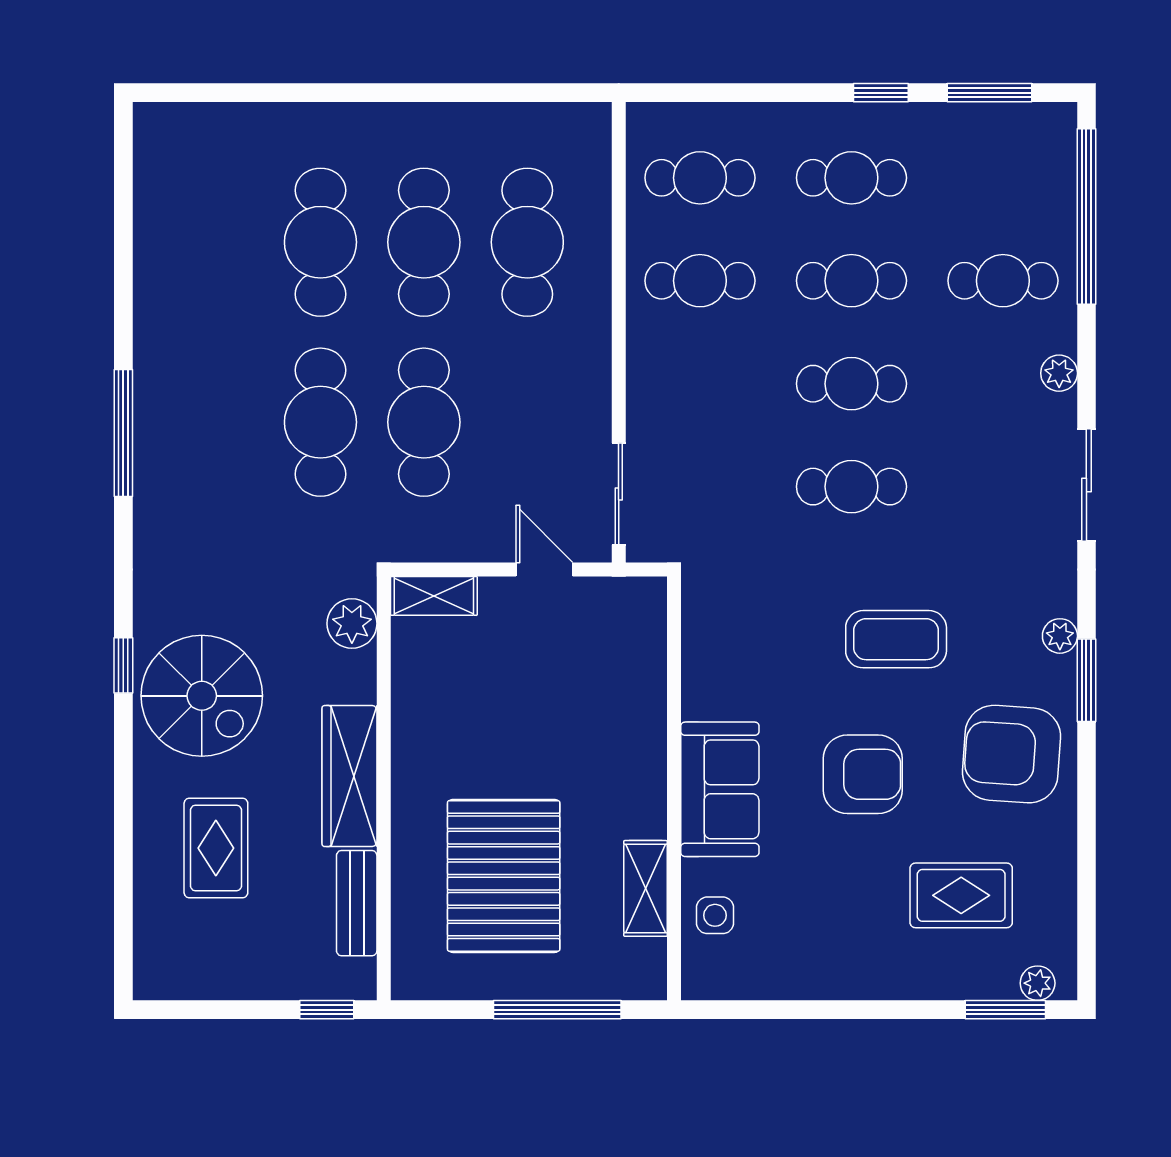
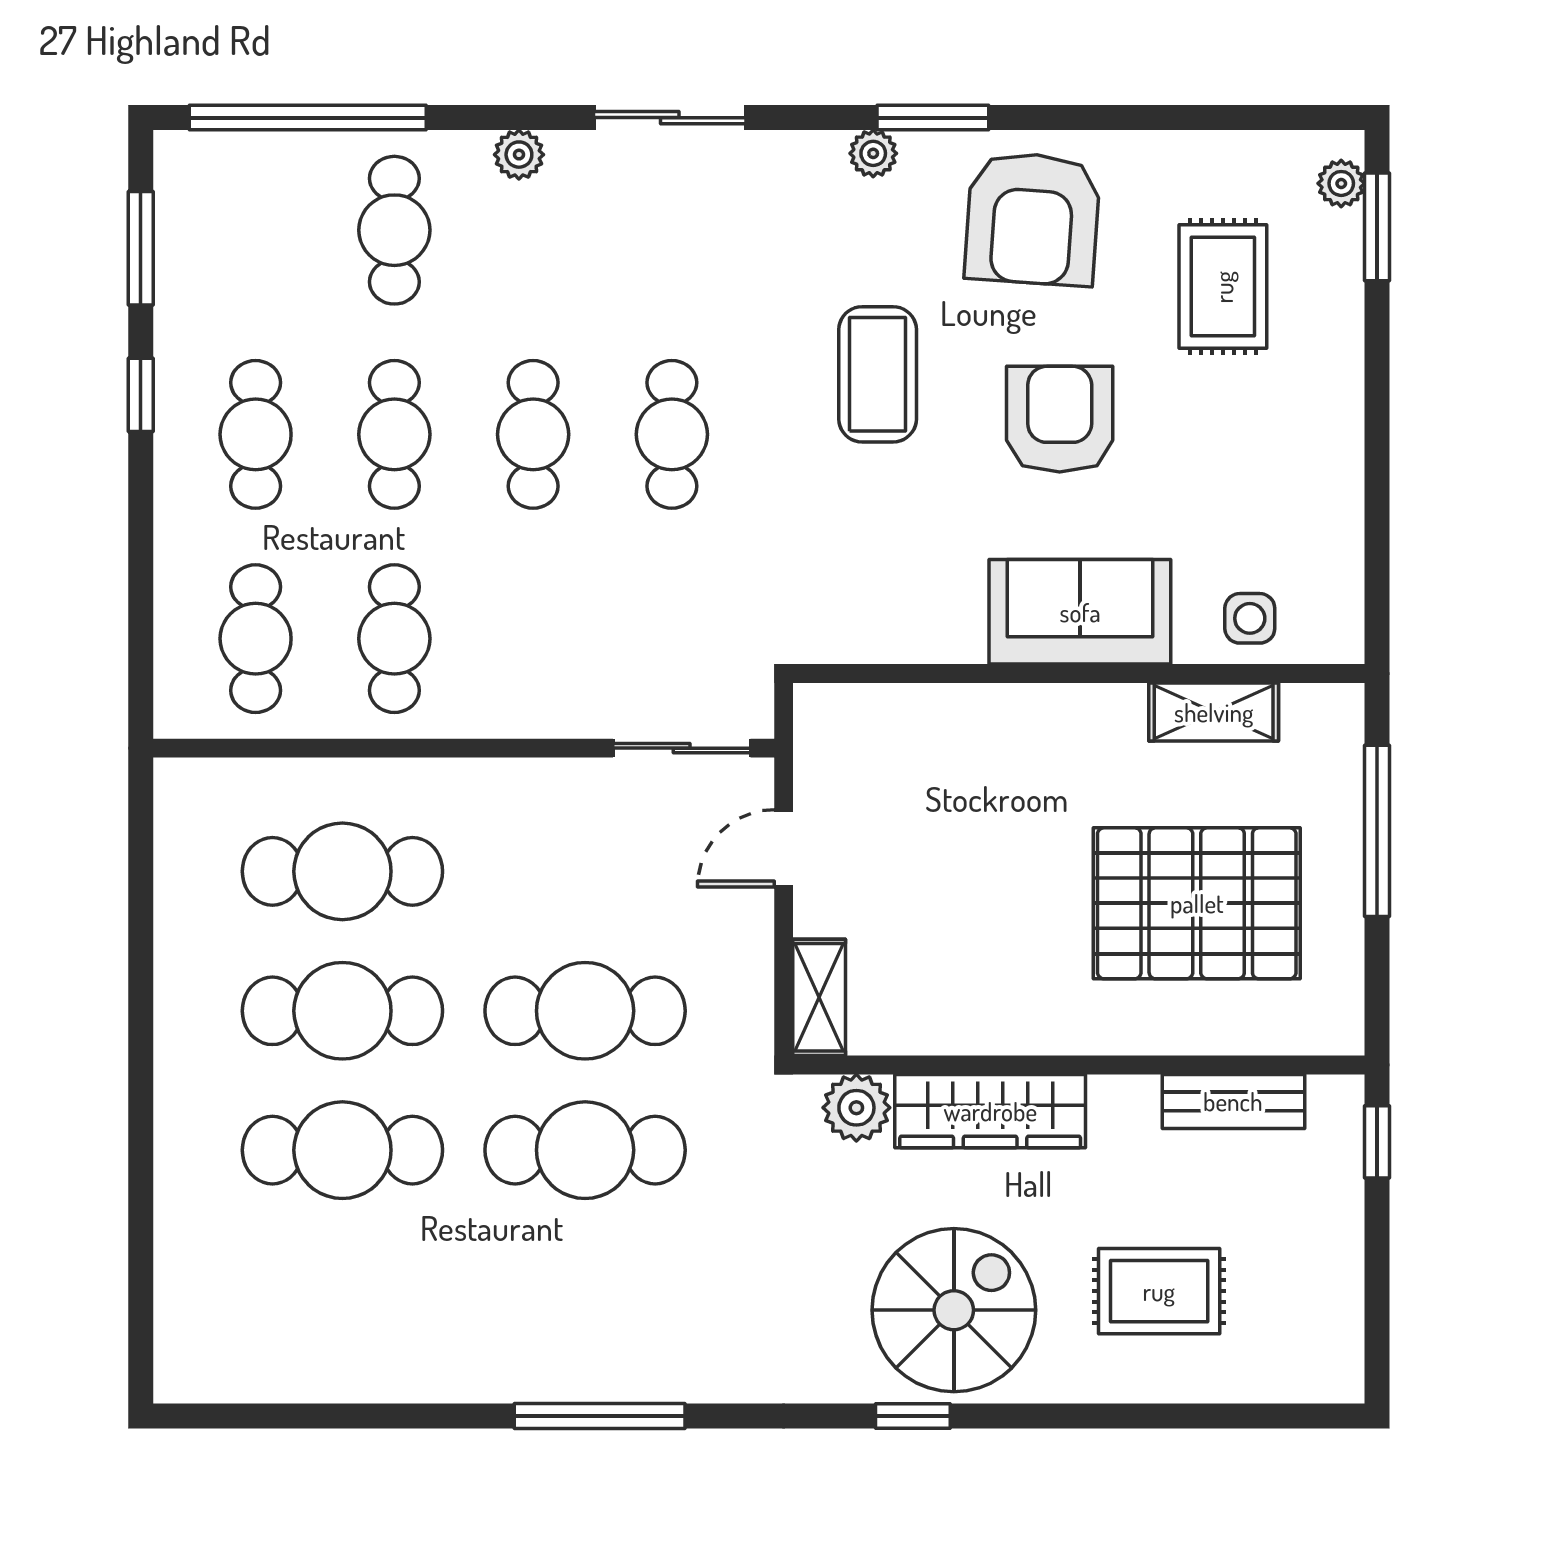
wardrobe: (349, 776) -> (990, 1111), moved

